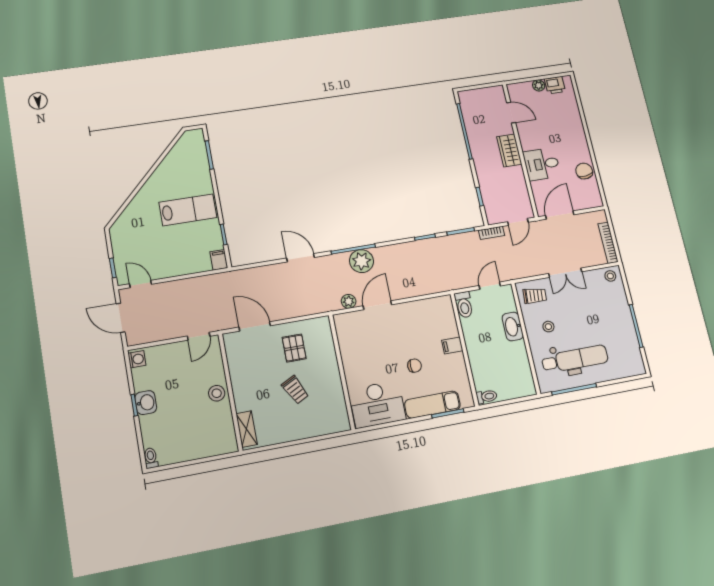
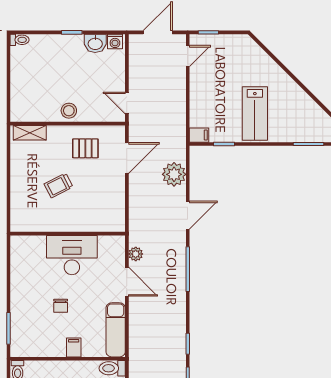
plant: (361, 261) -> (174, 174), moved
pallet: (294, 348) -> (85, 148), moved
washbasin: (146, 403) -> (95, 43), moved
desk: (377, 404) -> (72, 255), moved, turned 90
exam couch: (432, 405) -> (116, 330), moved, turned 180

